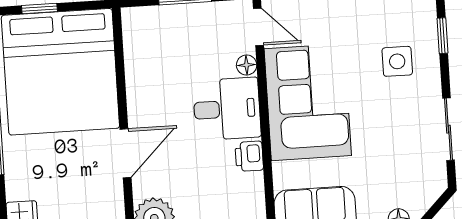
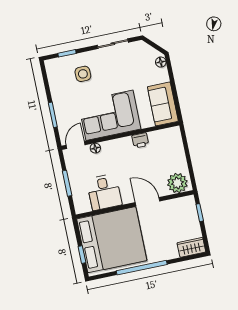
desk: (227, 109) -> (104, 192), moved, turned 180

